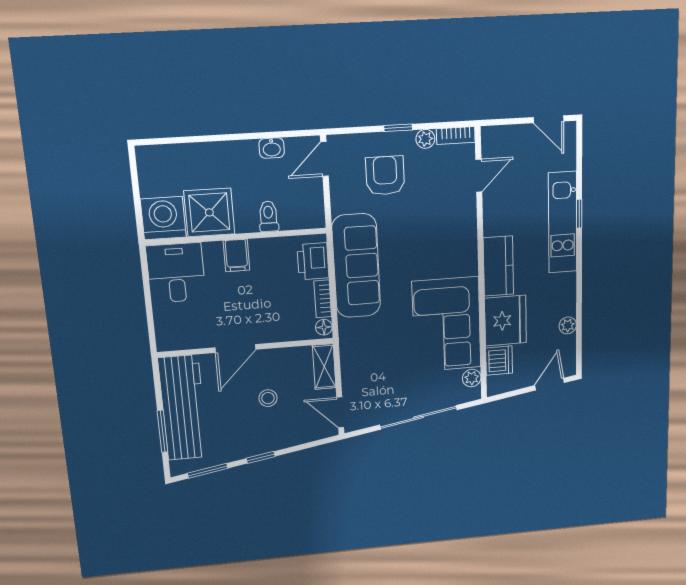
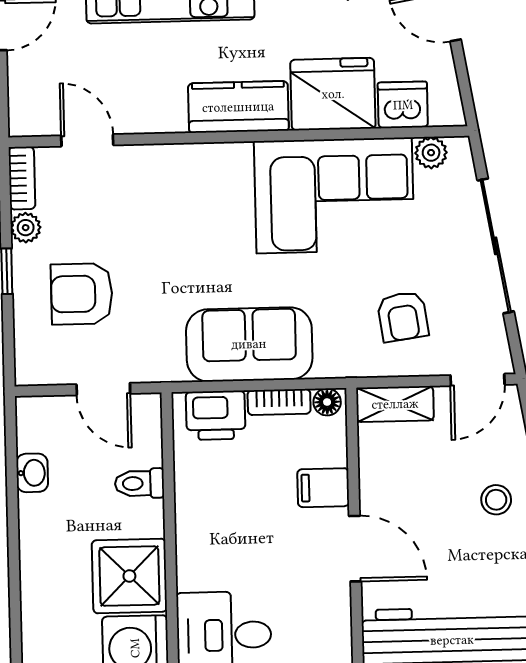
door: (324, 159) -> (103, 389), moved
filing cabinet: (236, 255) -> (323, 488), moved, turned 180
sofa: (356, 266) -> (249, 344), width x0.73
armchair: (376, 368) -> (403, 316), added
stool: (268, 398) -> (496, 500), moved

